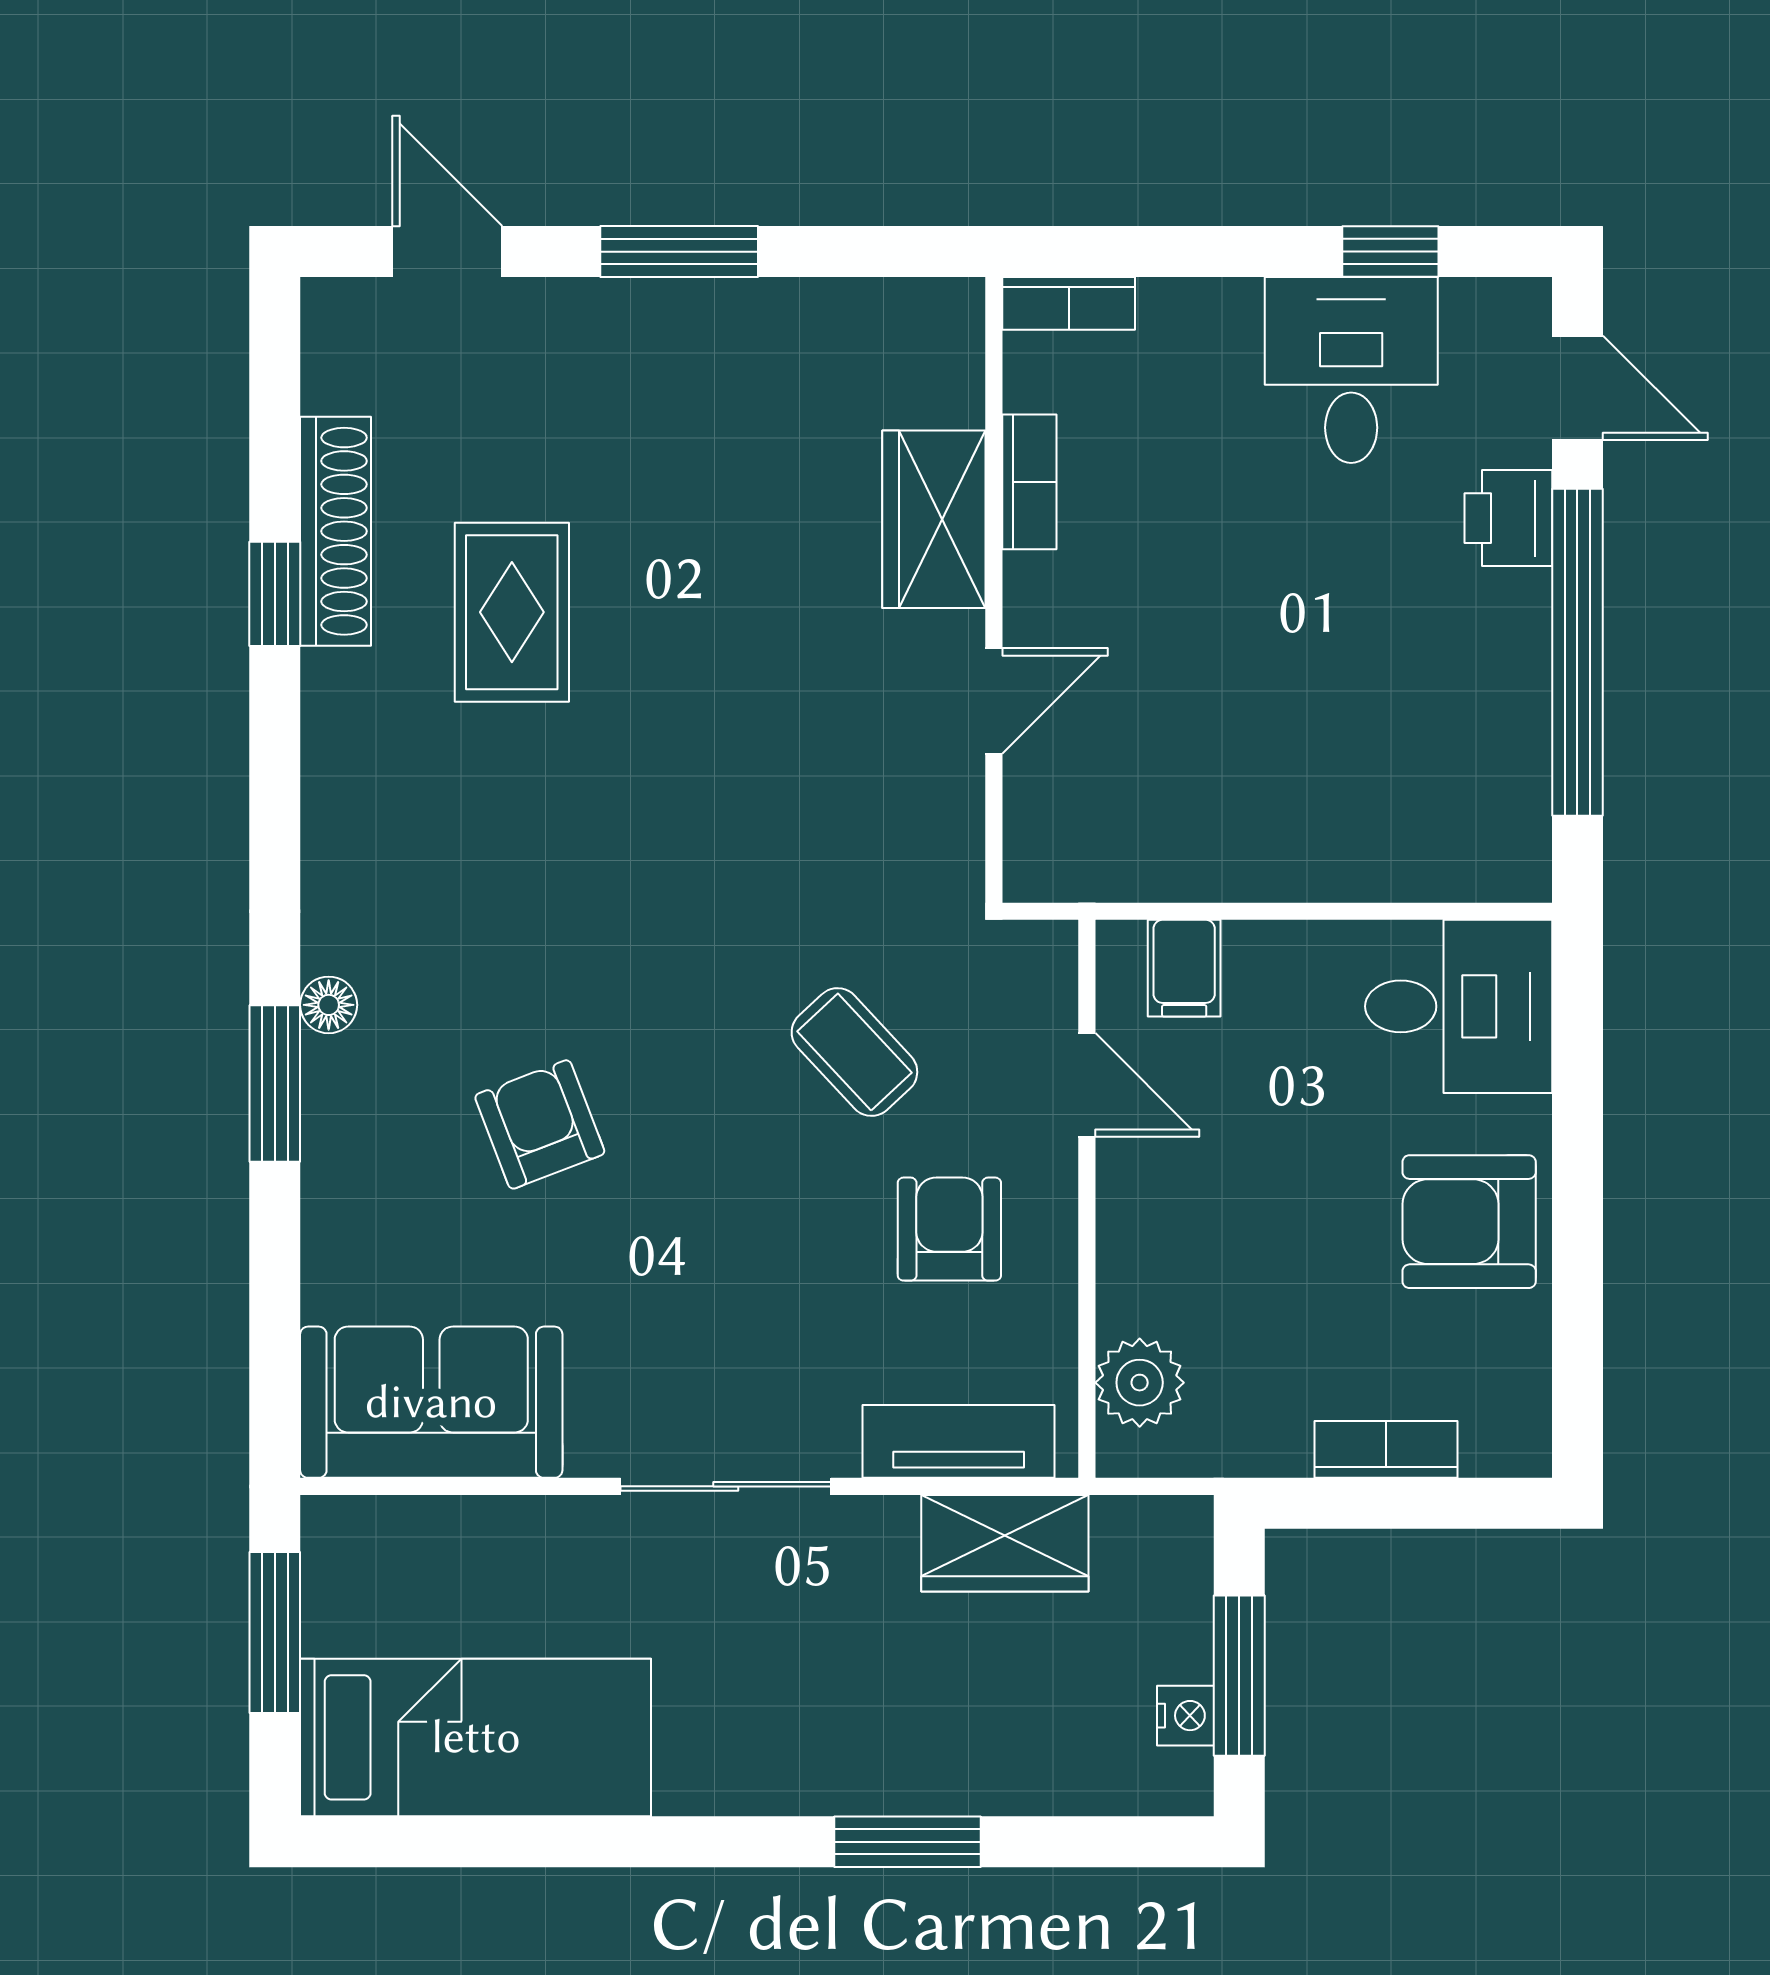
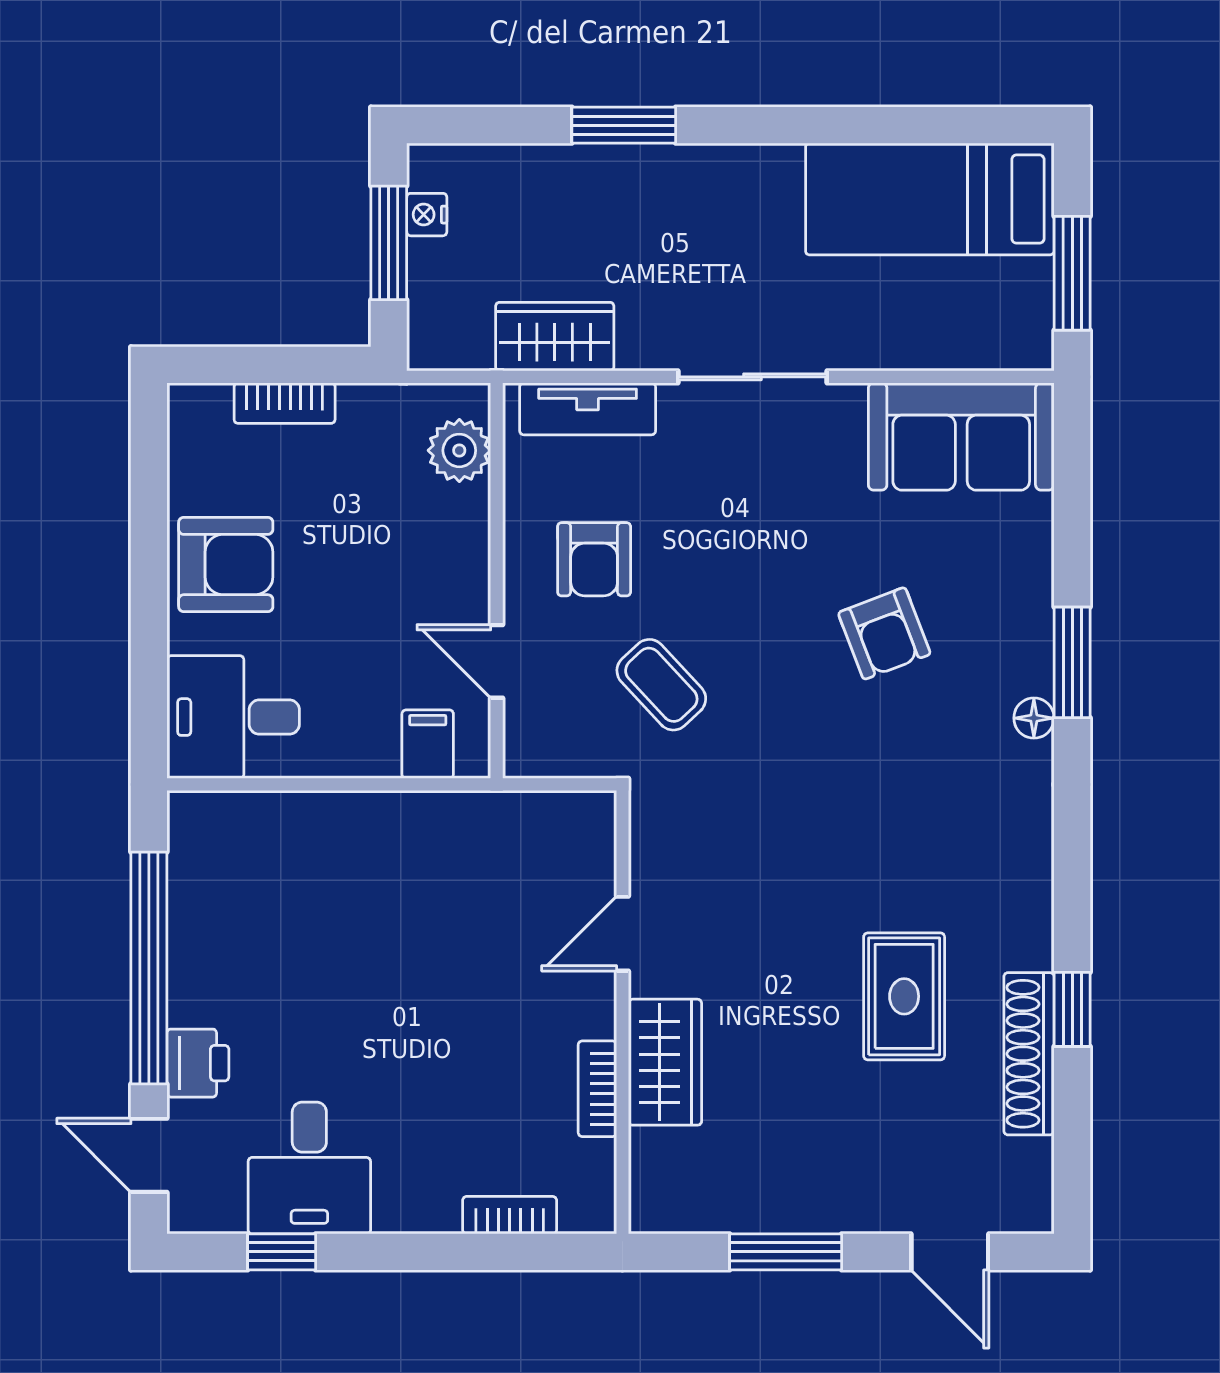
bookcase: (1029, 482) -> (597, 1089), moved
wardrobe: (934, 519) -> (665, 1062), moved
wall: (994, 590) -> (622, 1012), moved
door: (994, 701) -> (622, 934), moved

